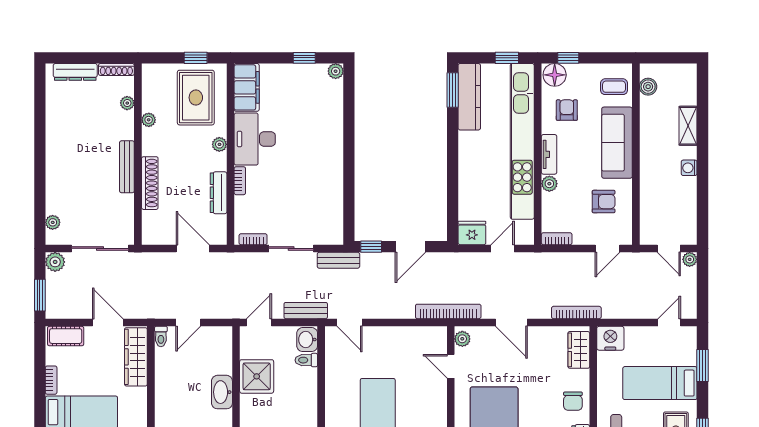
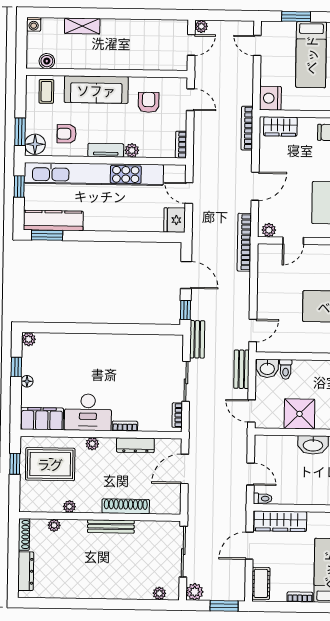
window: (568, 58) -> (20, 132), width x1.50
floor lamp: (288, 70) -> (27, 381), added
washing machine: (689, 168) -> (34, 24), moved

